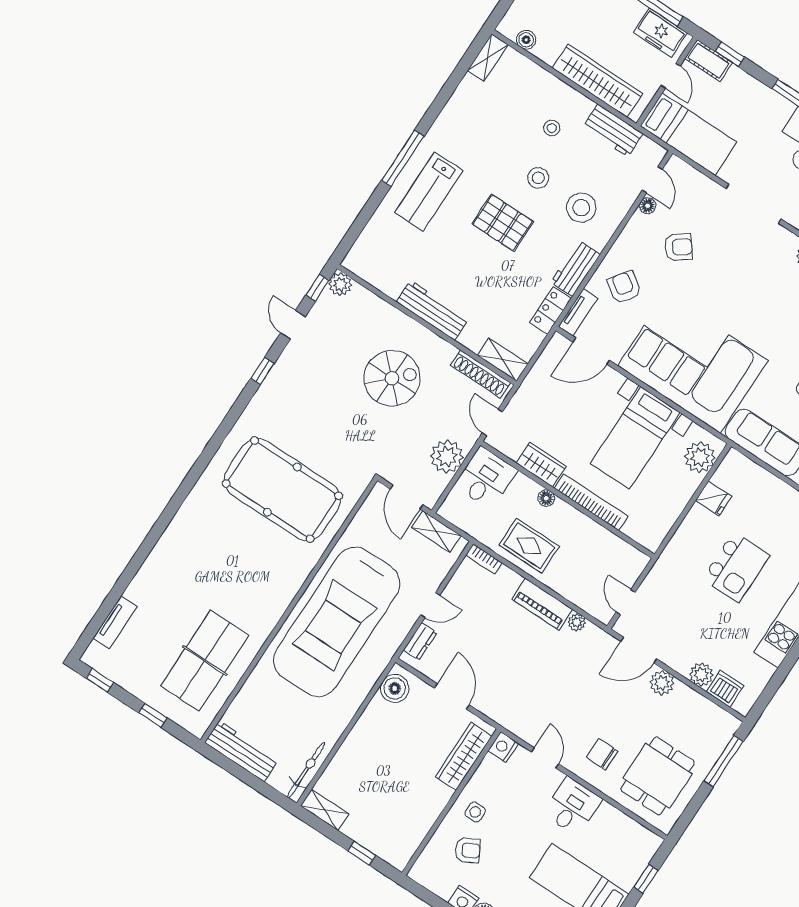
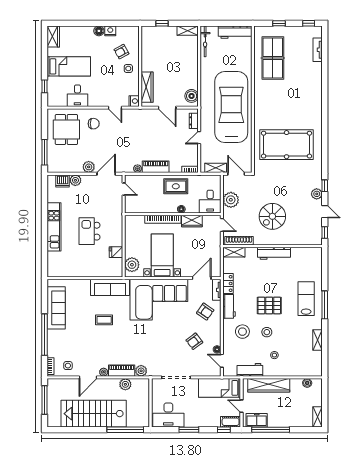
shelving: (488, 58) -> (318, 340), moved
plant: (340, 284) -> (317, 194), moved
desk: (572, 806) -> (77, 96), moved

